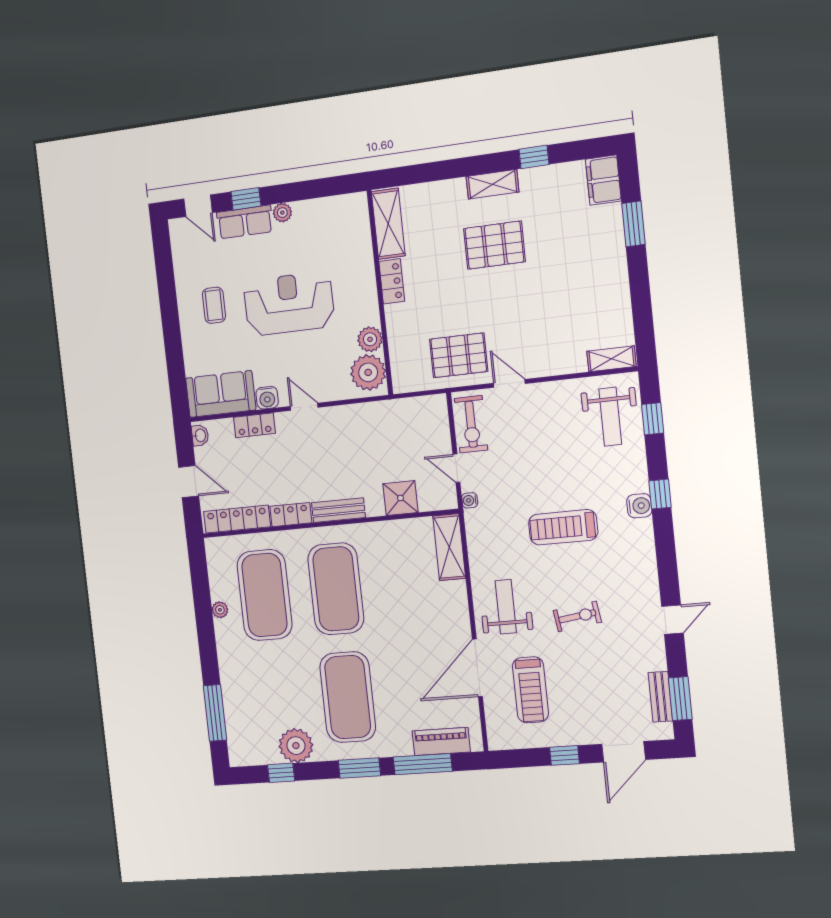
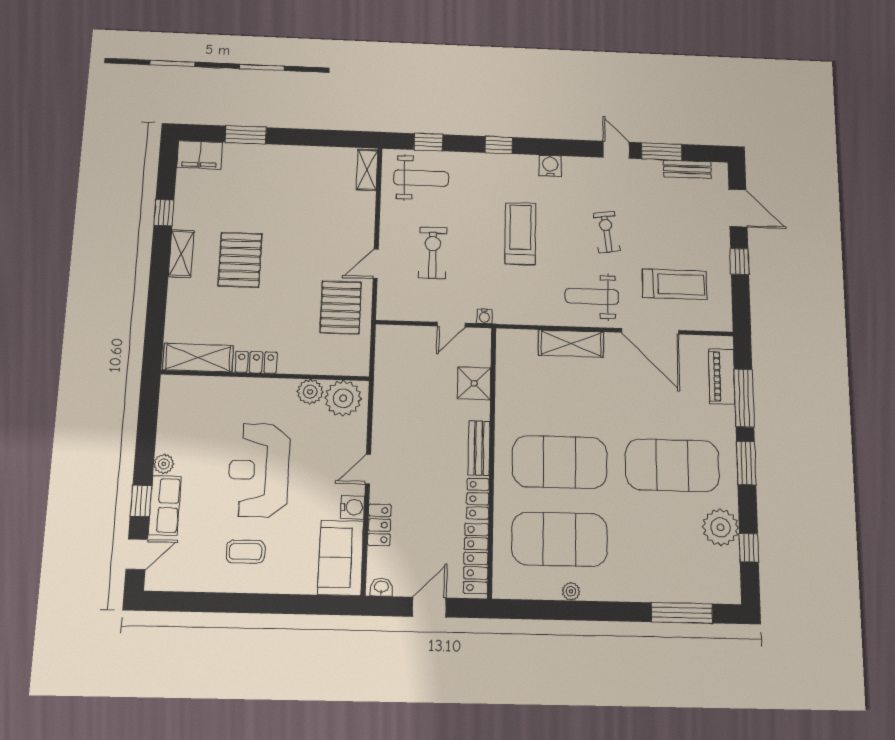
exercise bike: (471, 424) -> (433, 253), moved, turned -90
water cooler: (639, 506) -> (550, 166), moved
treadmill: (563, 527) -> (520, 233), turned 180
shelving: (449, 547) -> (571, 344), moved
window: (680, 699) -> (662, 152), moved

